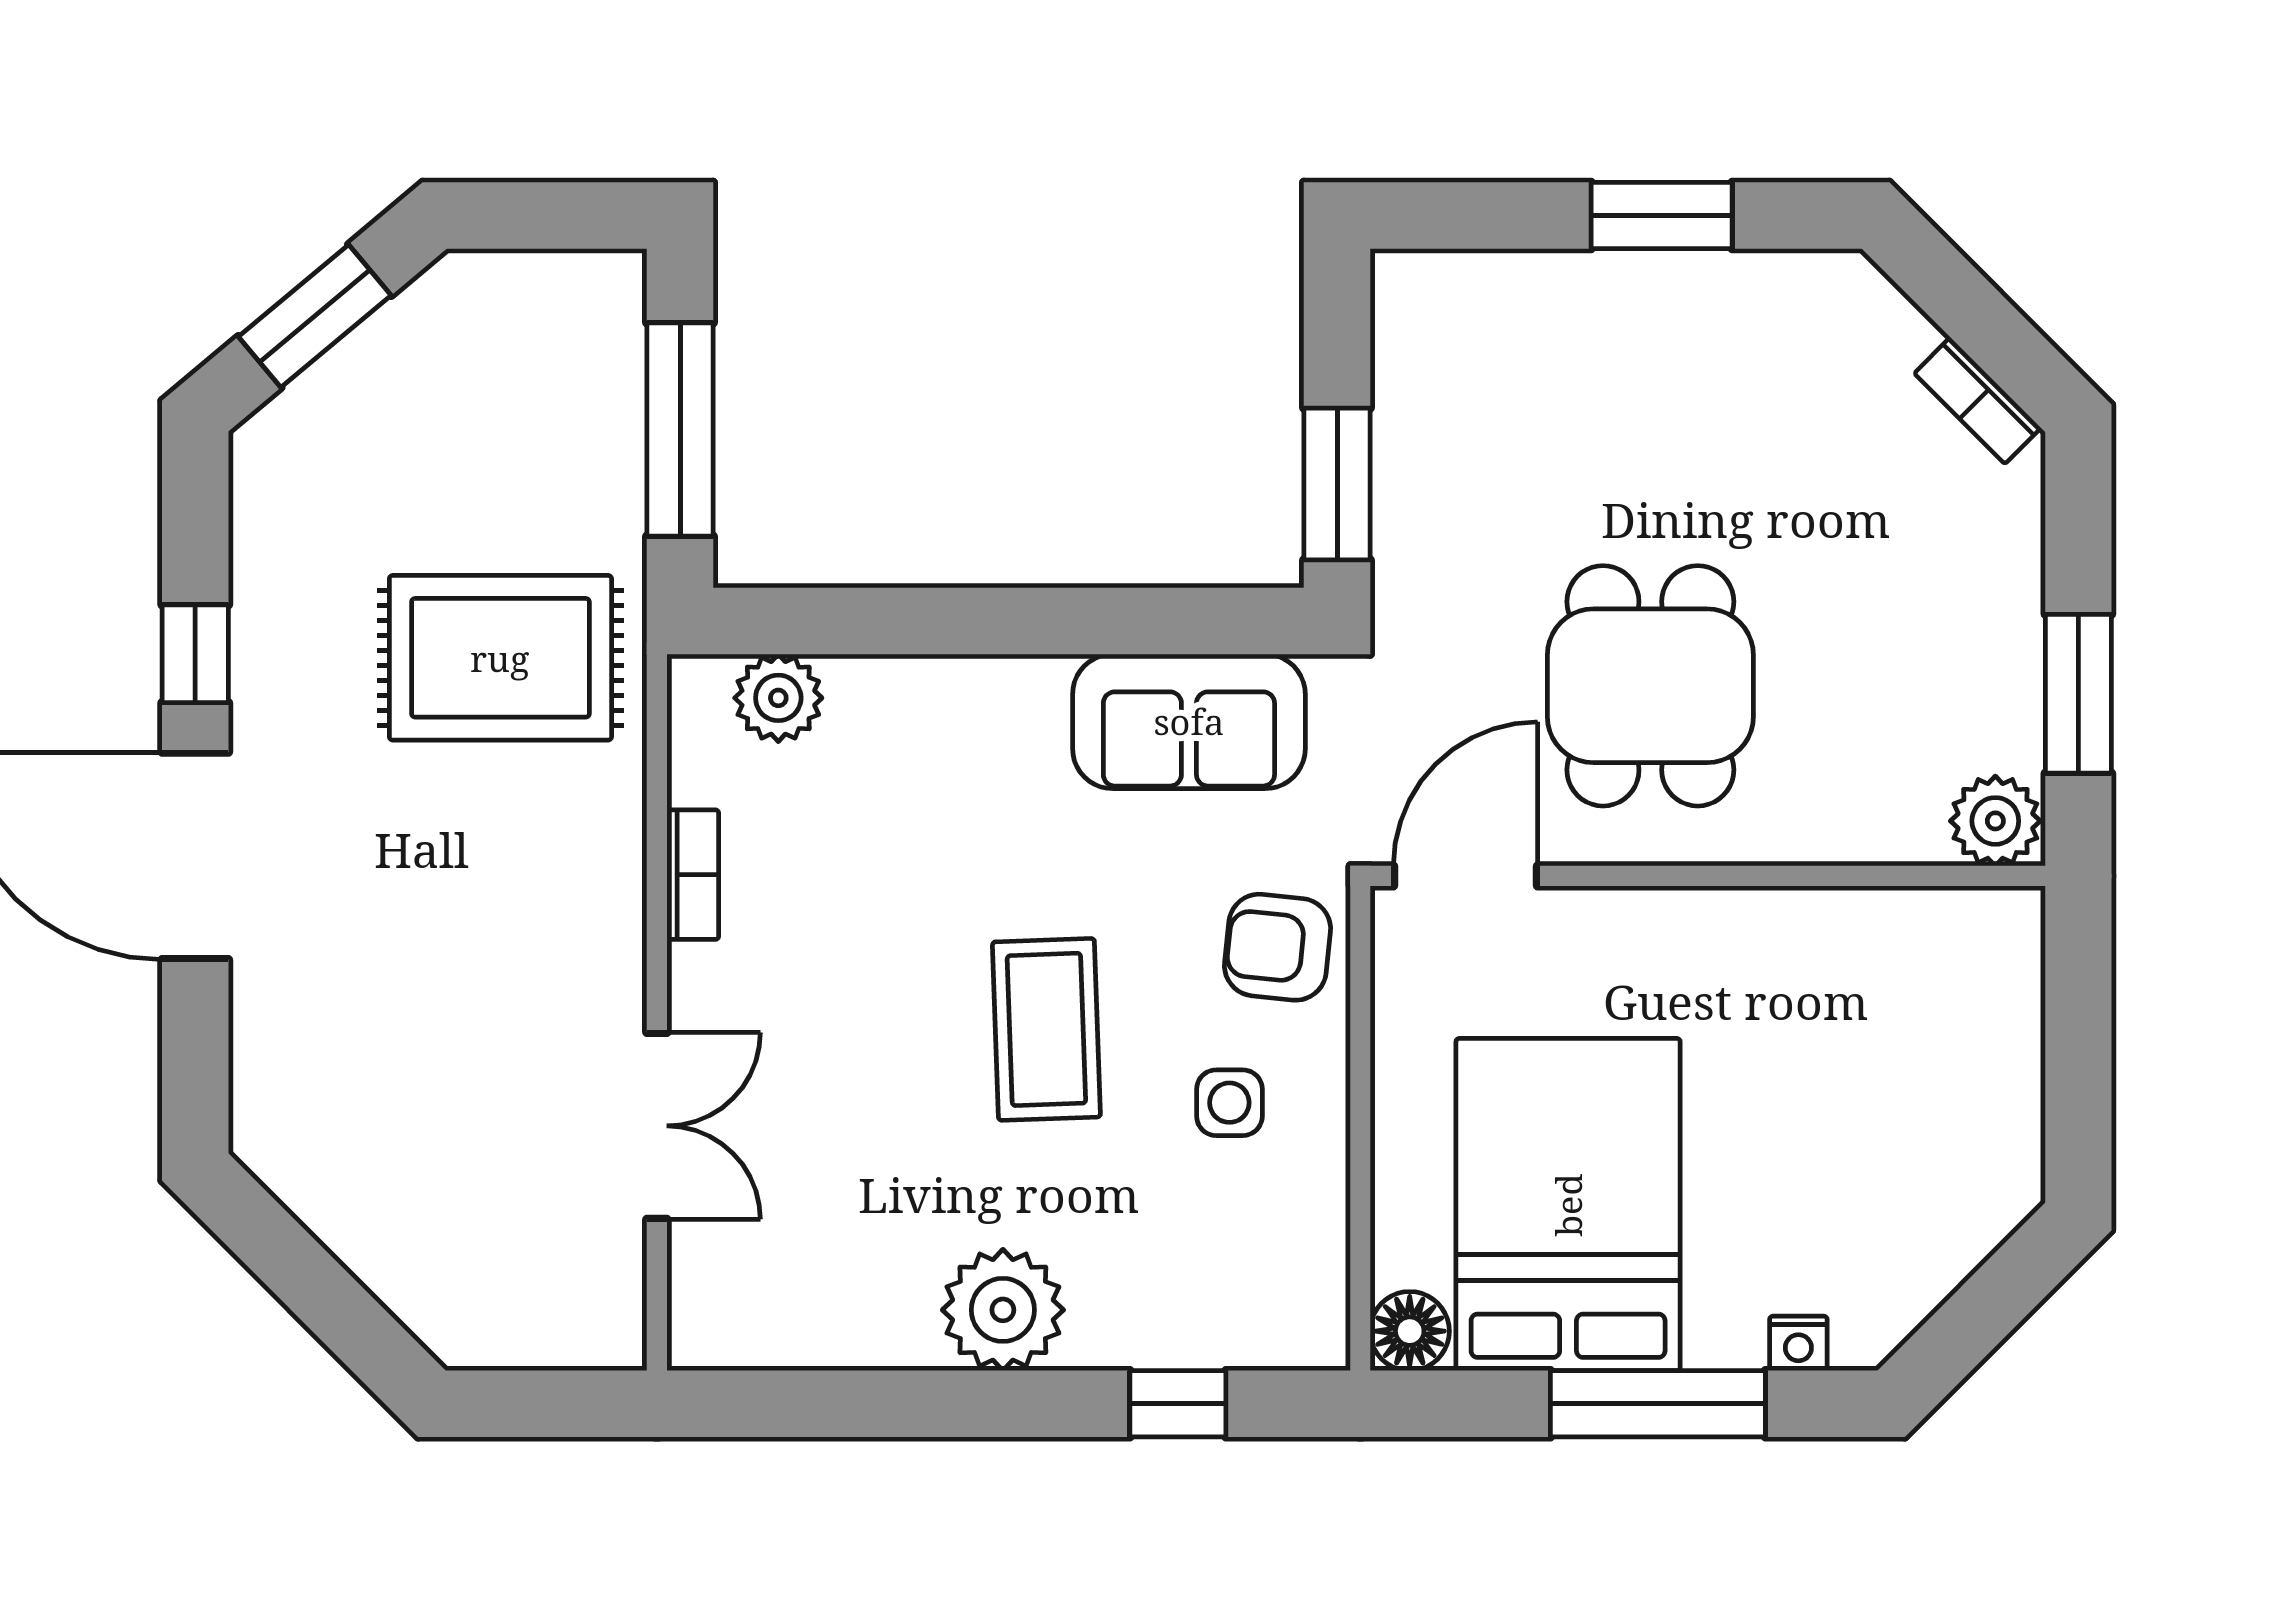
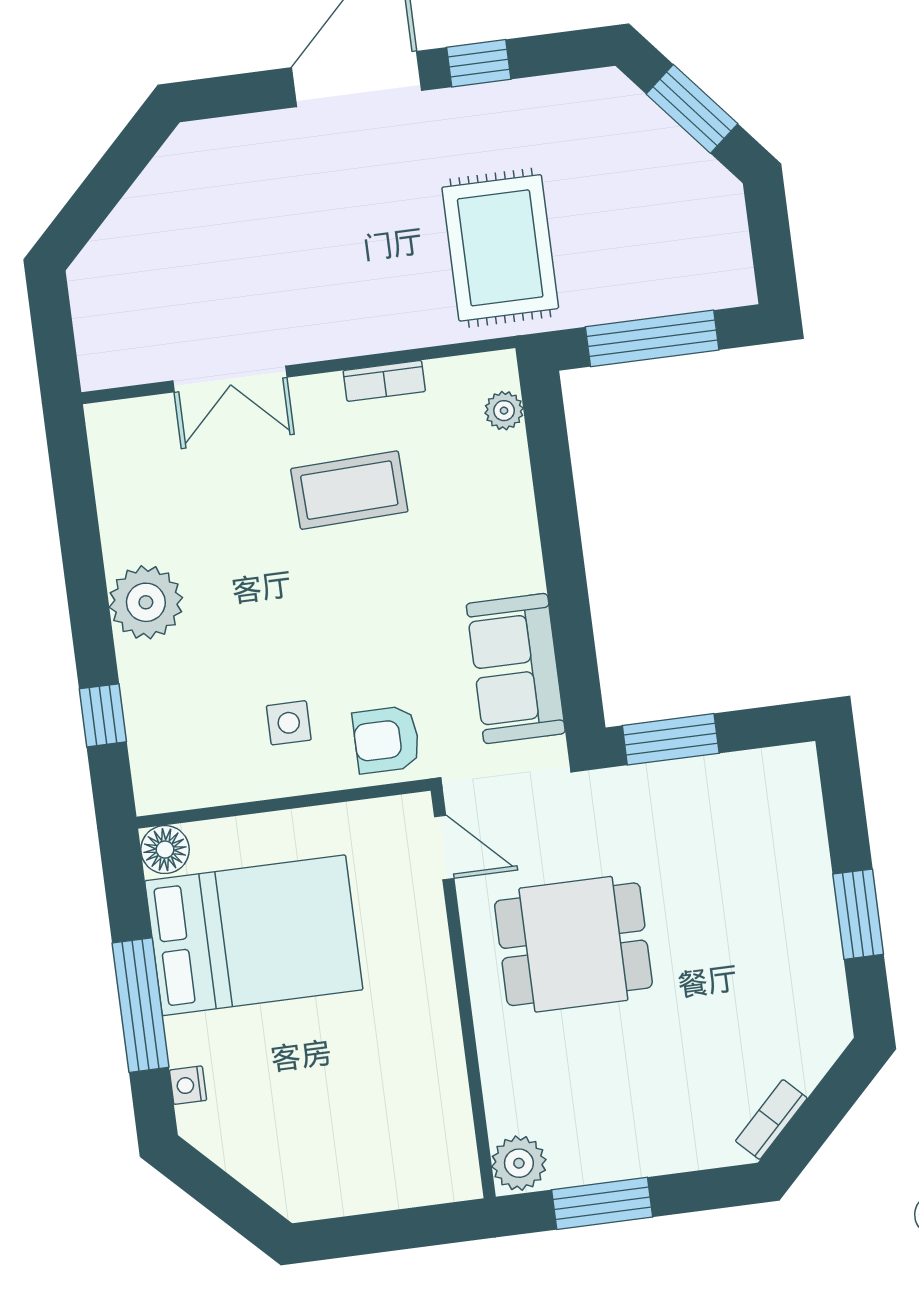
plant: (778, 698) -> (504, 411), width x0.73, depth x0.73
door: (1466, 876) -> (444, 848), width x0.73
armchair: (1278, 947) -> (386, 740), turned -96
coffee table: (1046, 1029) -> (349, 490), moved

